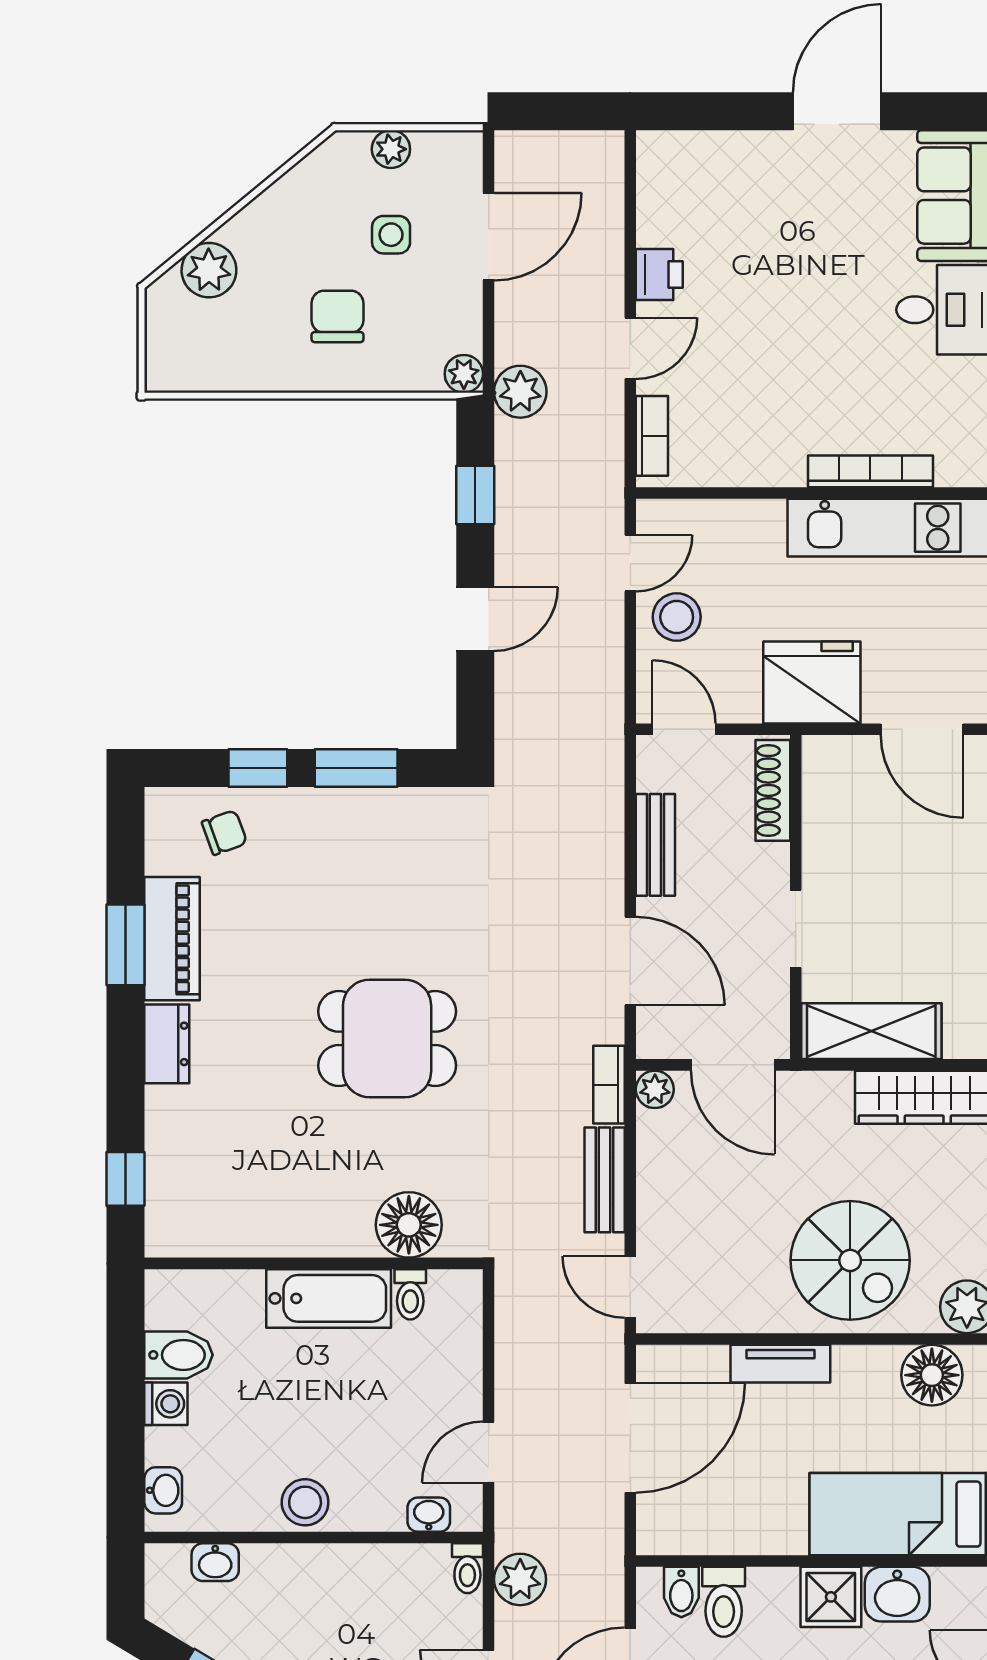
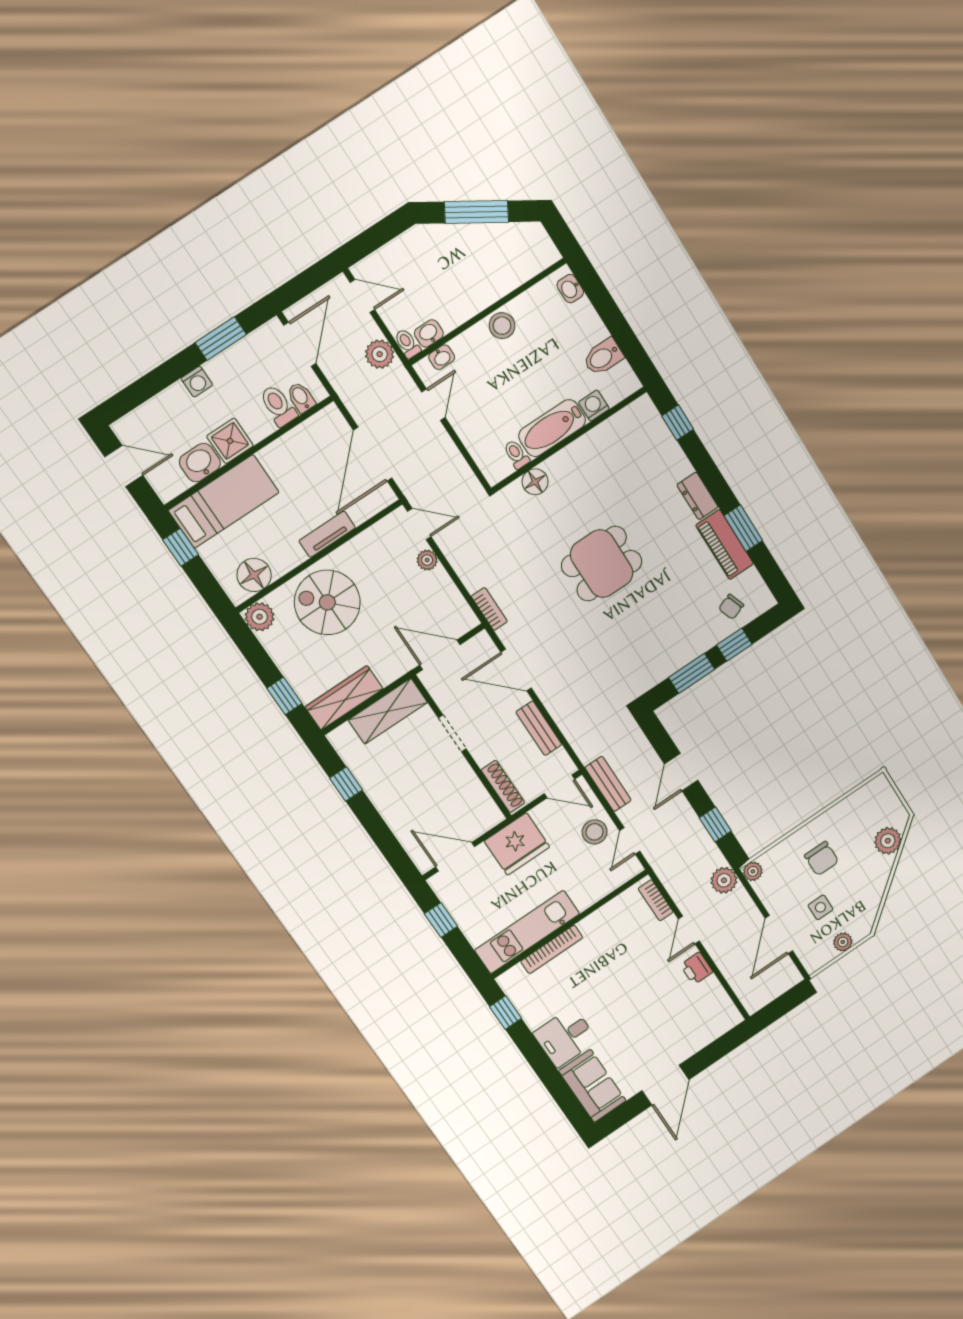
plant: (655, 1089) -> (427, 560), moved
bench: (605, 1180) -> (608, 784), moved
floor lamp: (409, 1225) -> (535, 482), width x0.73, depth x0.73
washing machine: (166, 1404) -> (594, 406), moved, turned 90
washbasin: (215, 1562) -> (429, 333), moved

